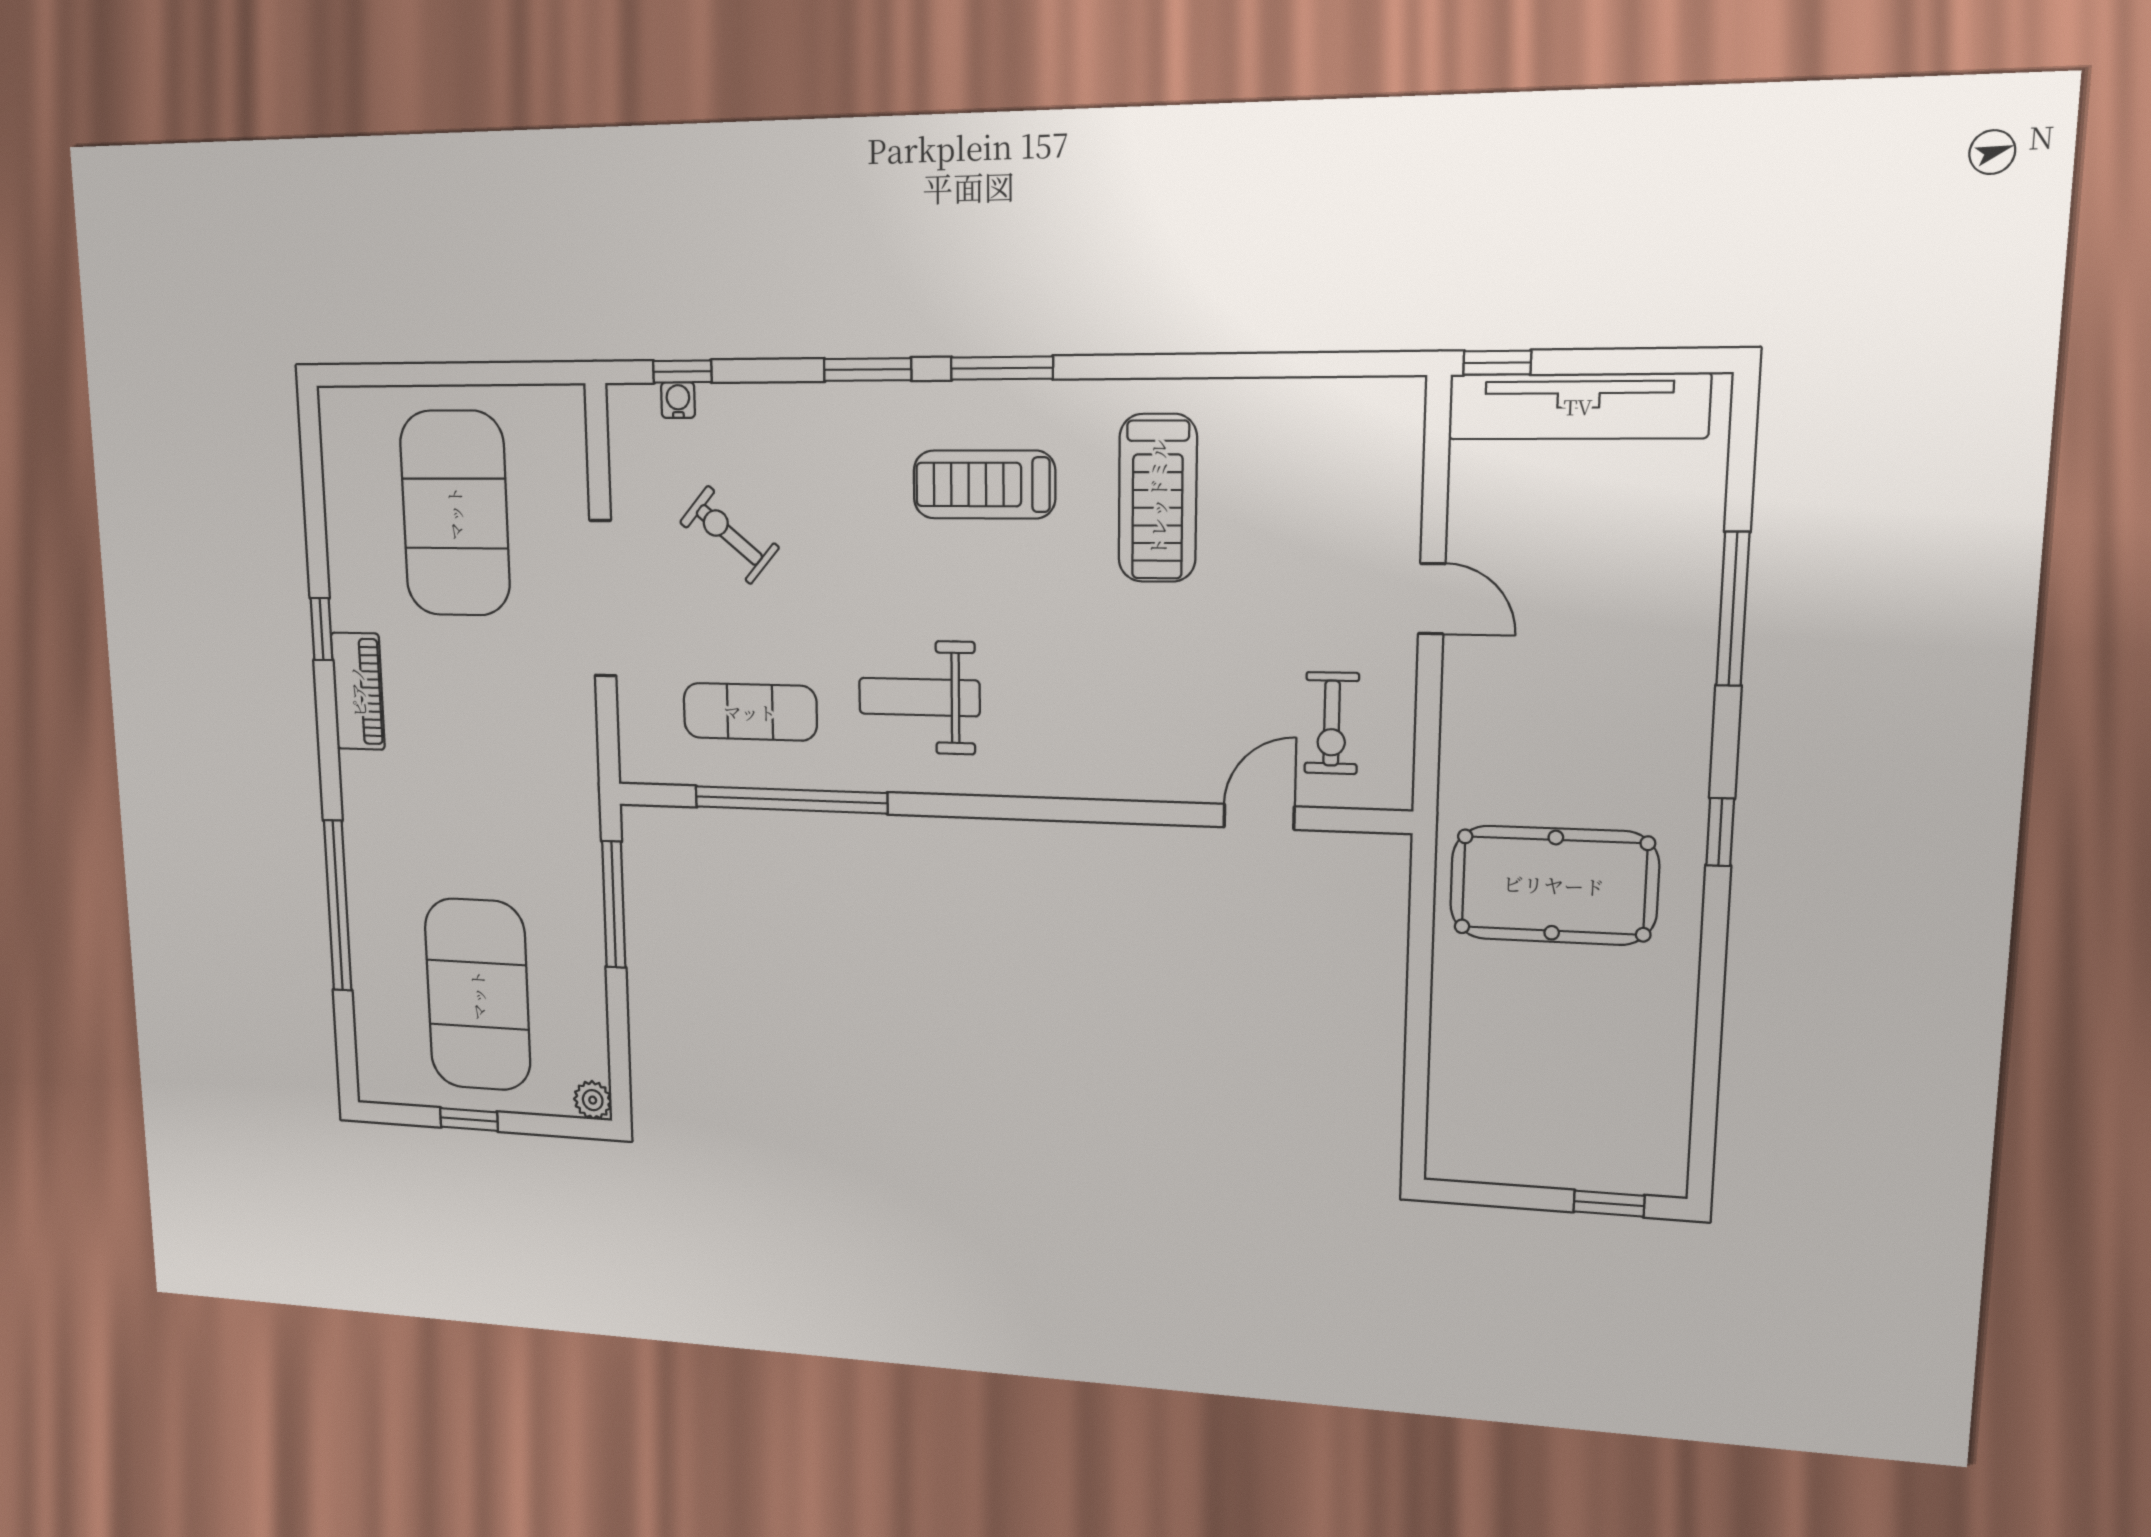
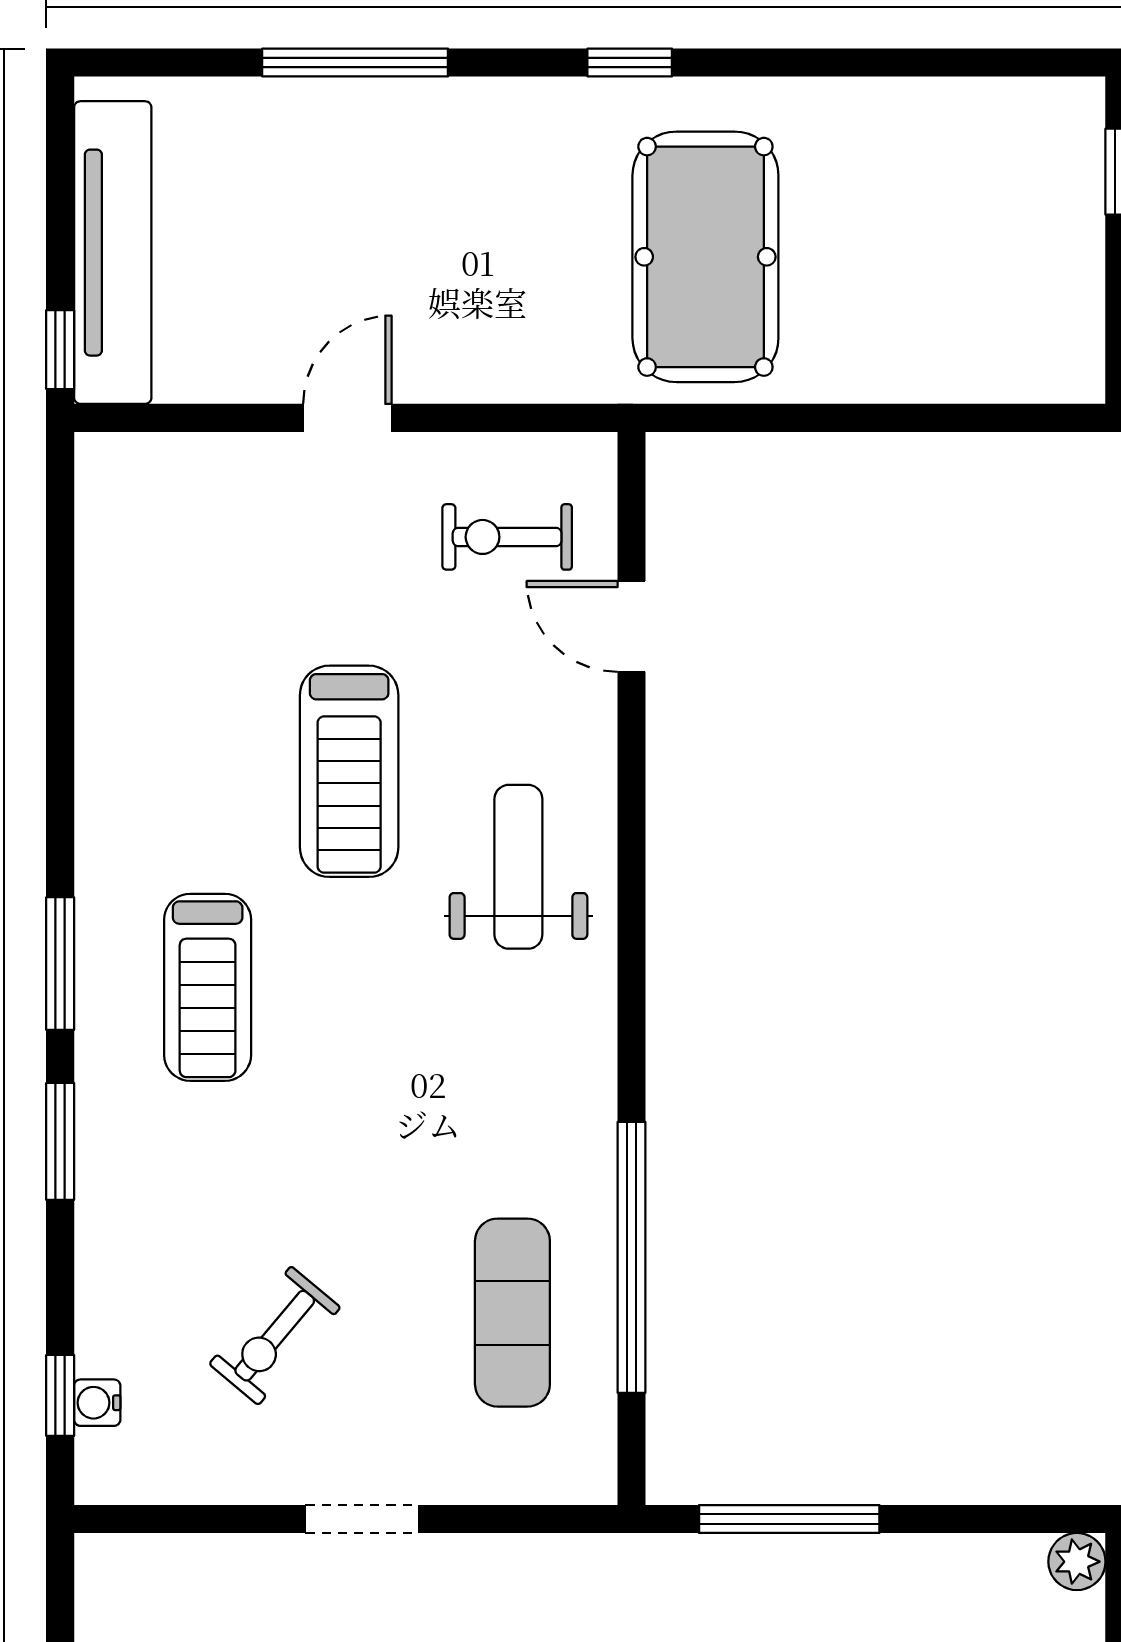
treadmill: (1158, 498) -> (349, 771), moved, turned 90
doorway: (603, 598) -> (362, 1519), width x0.53
weight bench: (919, 697) -> (518, 867), moved, turned 180
exercise bike: (1332, 723) -> (507, 537), turned 180

